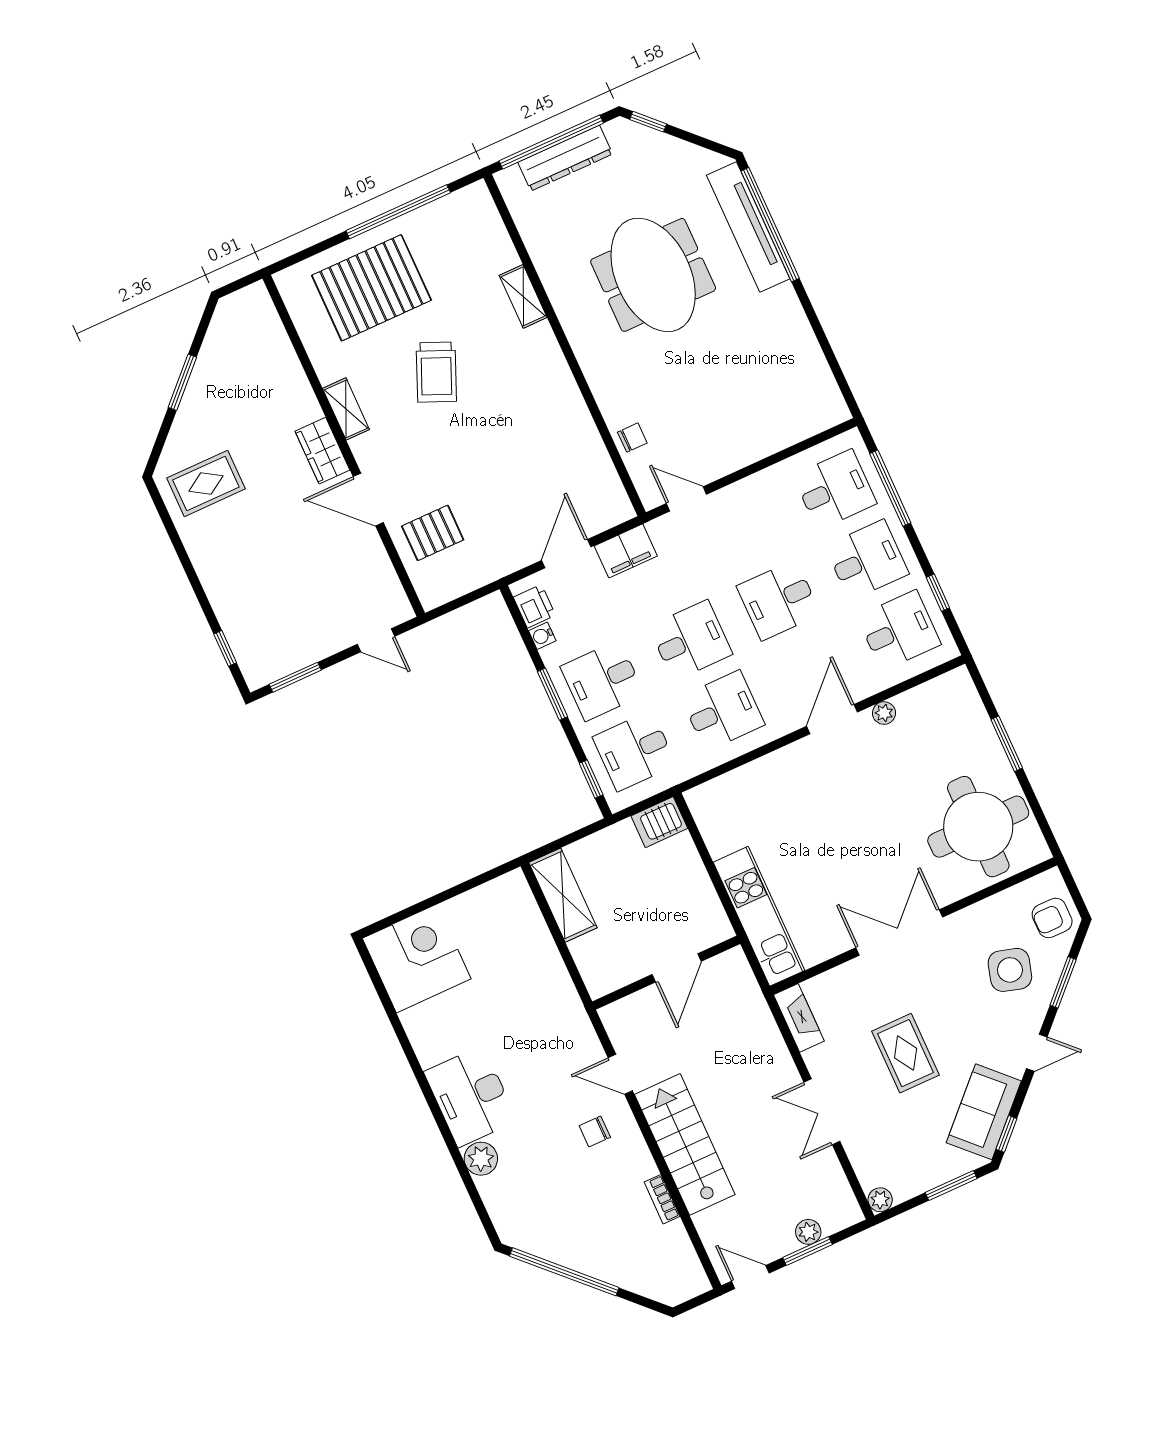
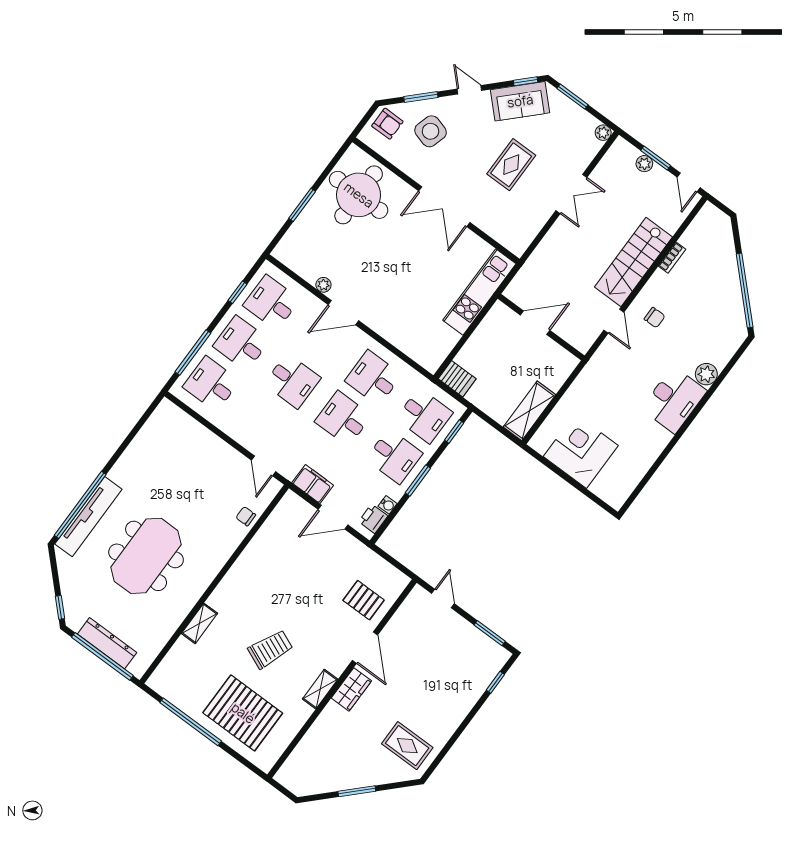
corner desk: (417, 959) -> (581, 451), moved, turned 90
fireplace: (799, 1018) -> (525, 237), removed

